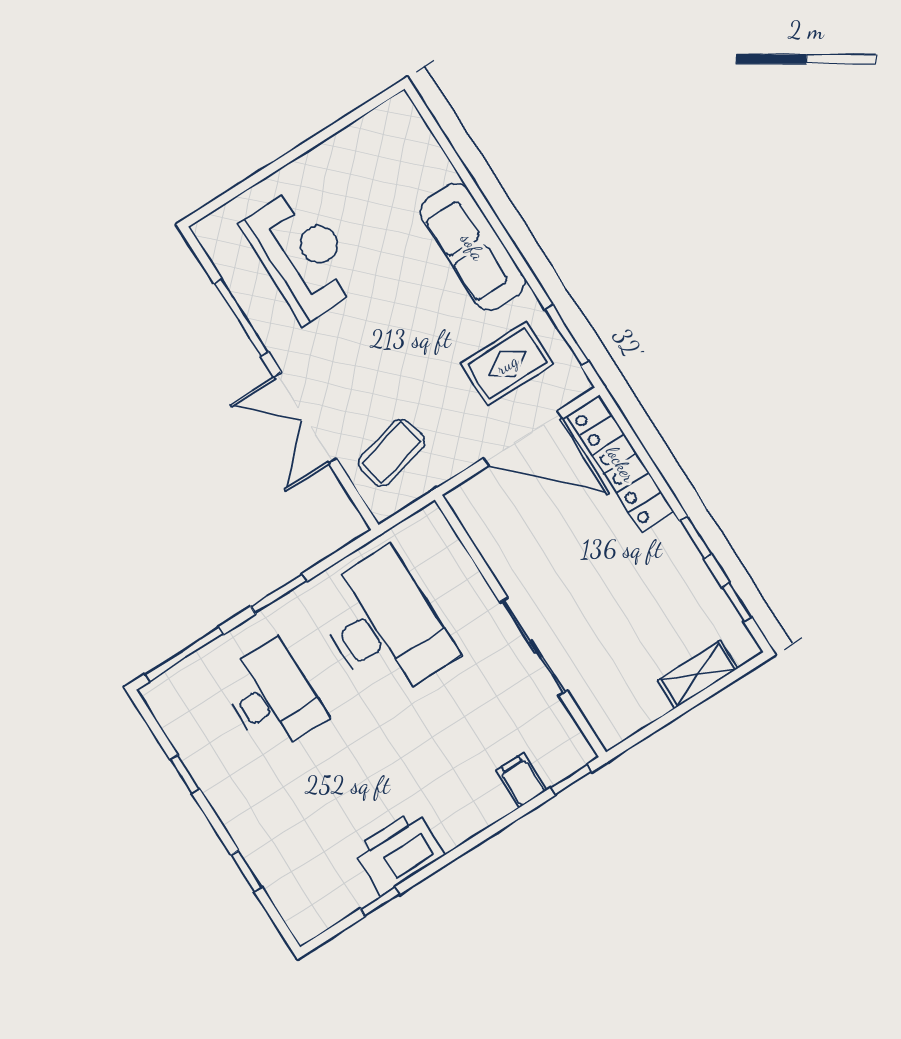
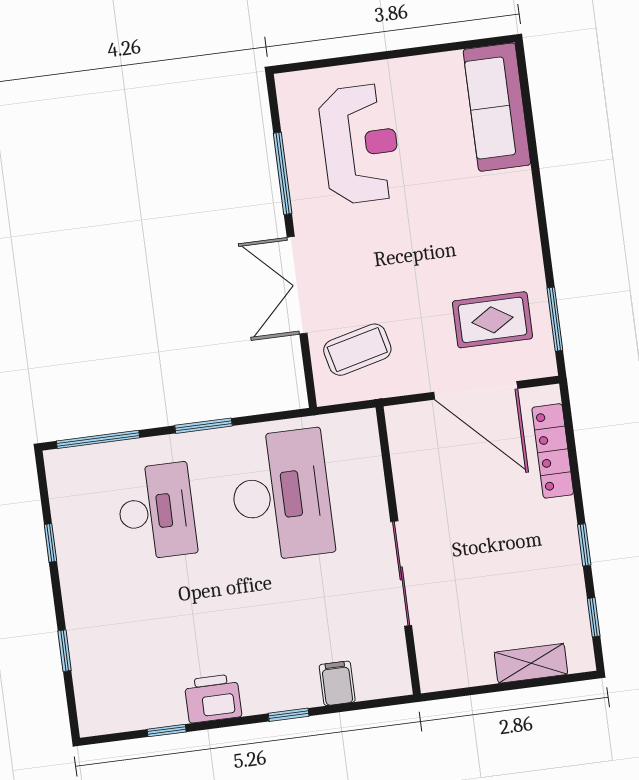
sofa: (473, 247) -> (497, 107), moved
locker: (621, 464) -> (553, 451), width x0.71, depth x0.83
window: (571, 780) -> (289, 715), moved
printer: (398, 852) -> (213, 698), width x0.73, depth x0.84

